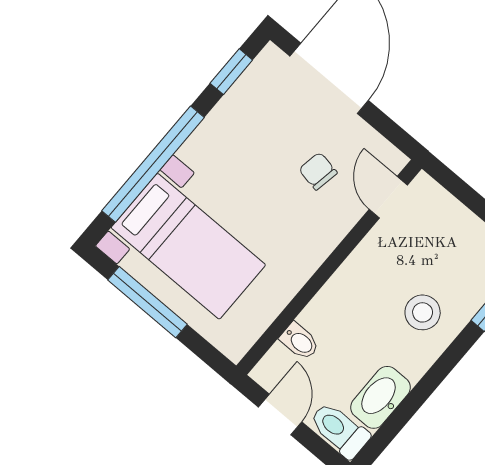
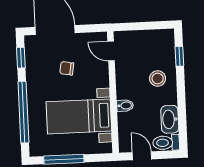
chair: (318, 171) -> (67, 68), moved
bed with nightstands: (188, 246) -> (79, 116), moved, turned 180
bidet: (300, 341) -> (125, 106), moved

